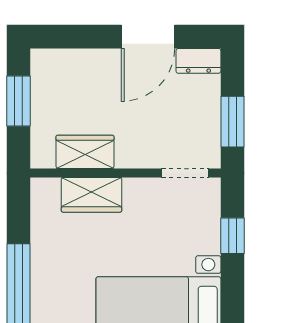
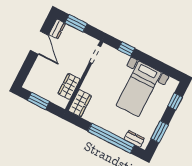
window: (232, 122) -> (76, 23), moved
wardrobe: (92, 195) -> (80, 103), moved

